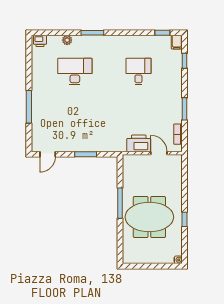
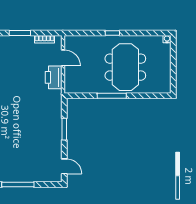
door: (159, 153) -> (63, 58), swing flipped
window: (184, 219) -> (112, 33), moved

